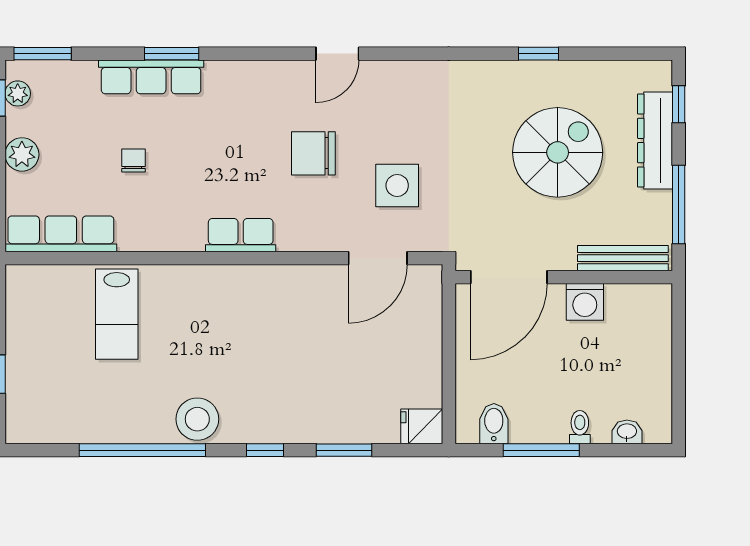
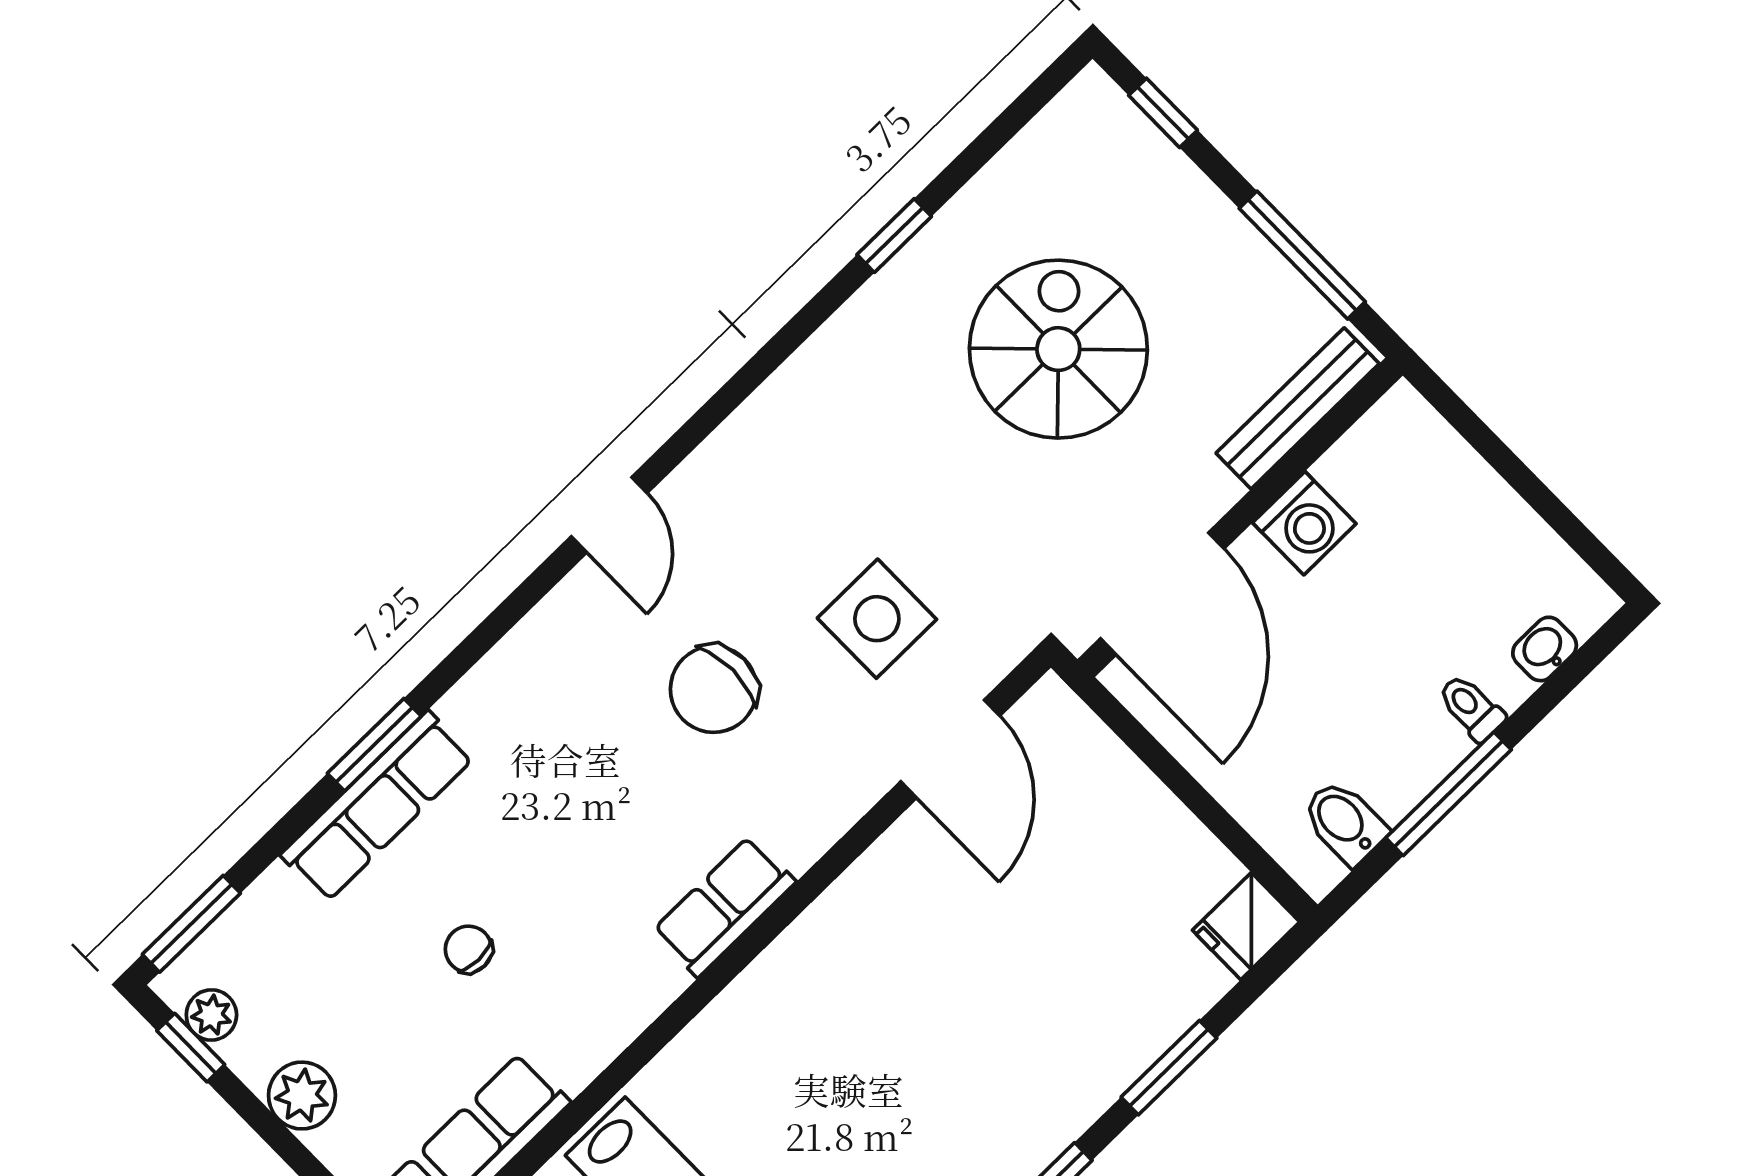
dresser: (655, 140) -> (1180, 197), removed

